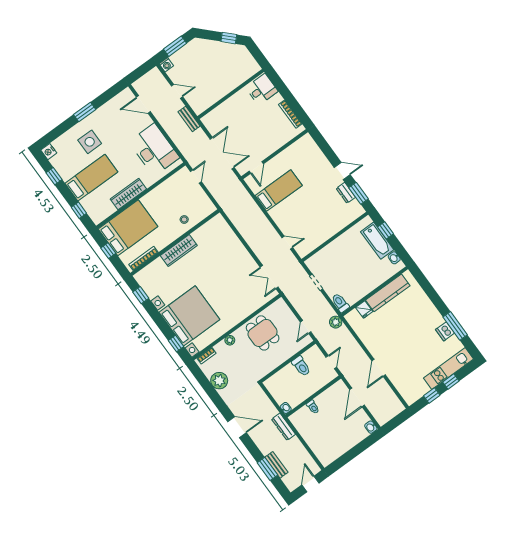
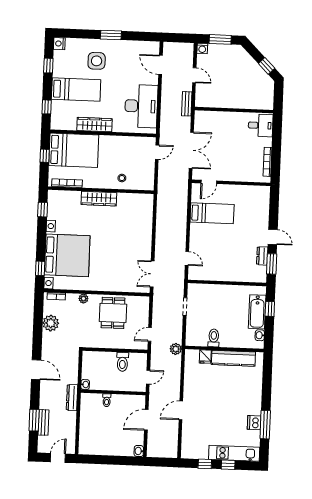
toilet: (340, 303) -> (214, 338), moved

